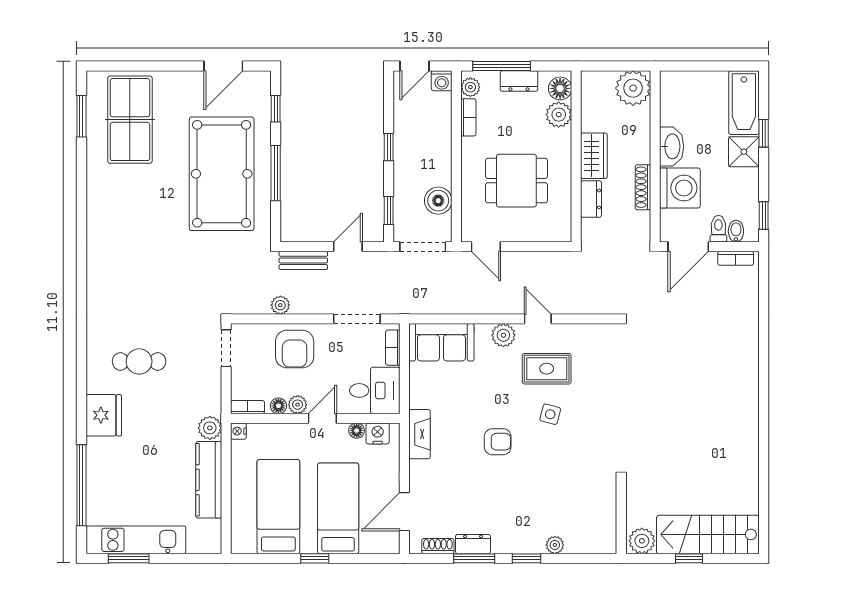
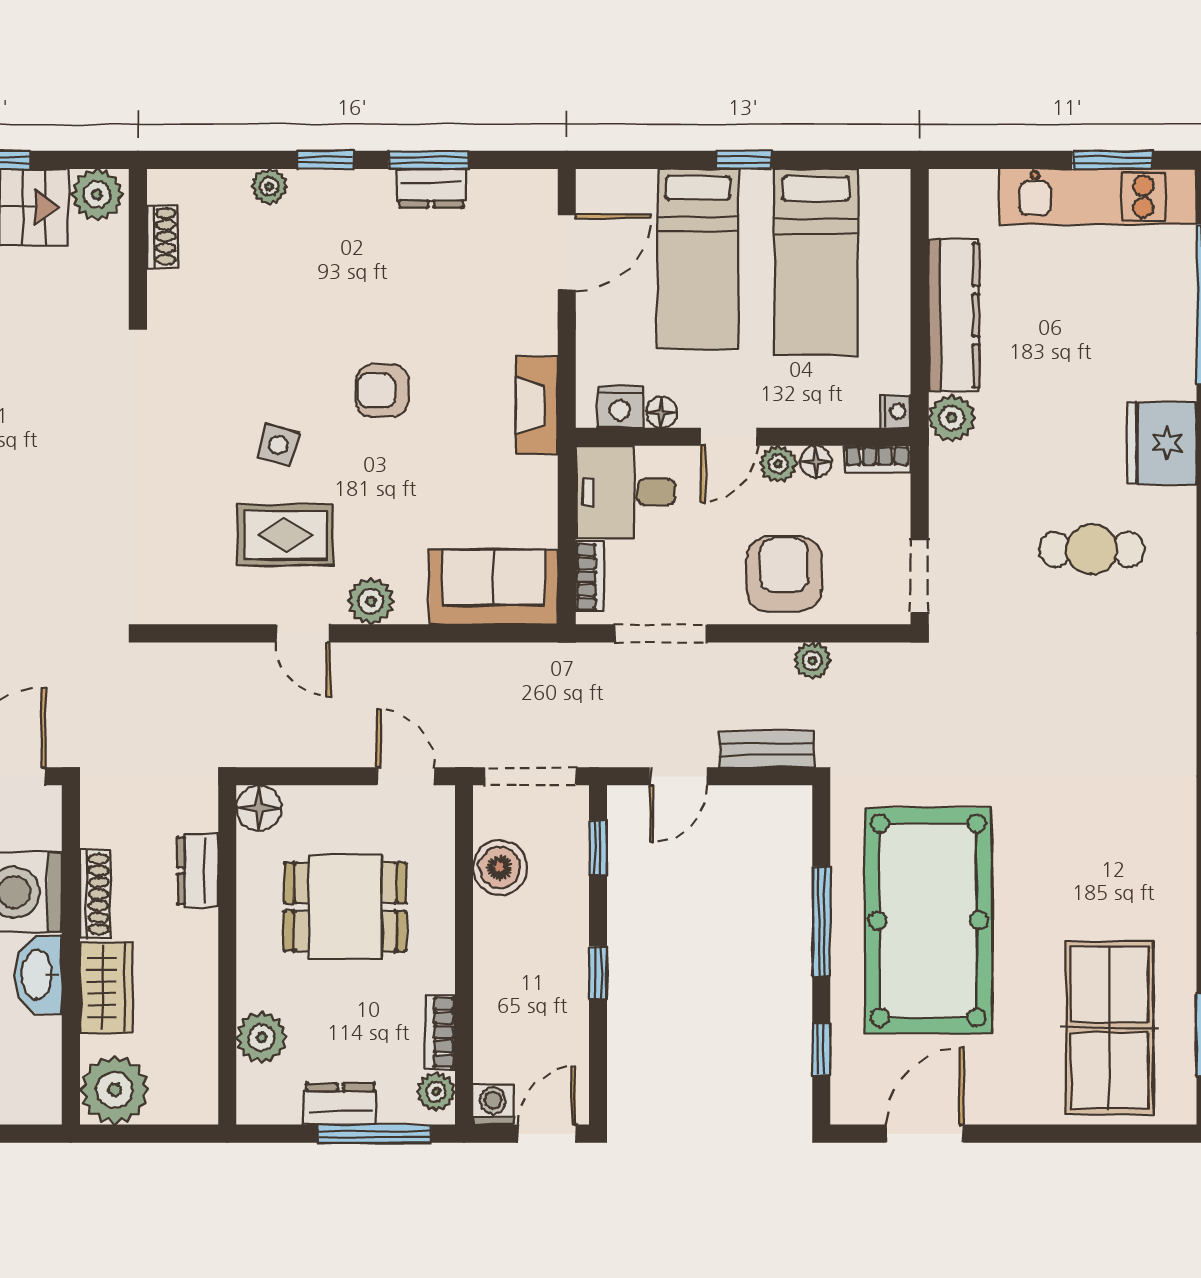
floor lamp: (560, 88) -> (259, 808), moved
wardrobe: (594, 156) -> (106, 988), moved, turned 180
shoe rack: (438, 546) -> (162, 236), moved, turned -90

